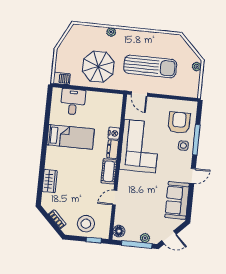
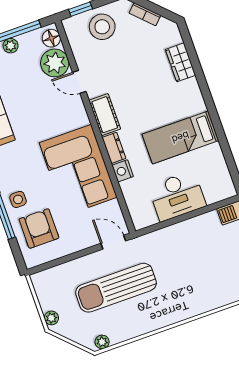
plant: (111, 32) -> (102, 342), moved
parasol: (98, 67) -> (188, 253), removed
desk: (73, 102) -> (177, 196), moved, width x1.37
armchair: (179, 123) -> (39, 229), turned 180
door: (115, 198) -> (79, 82), swing flipped
plant: (124, 216) -> (55, 63), added

